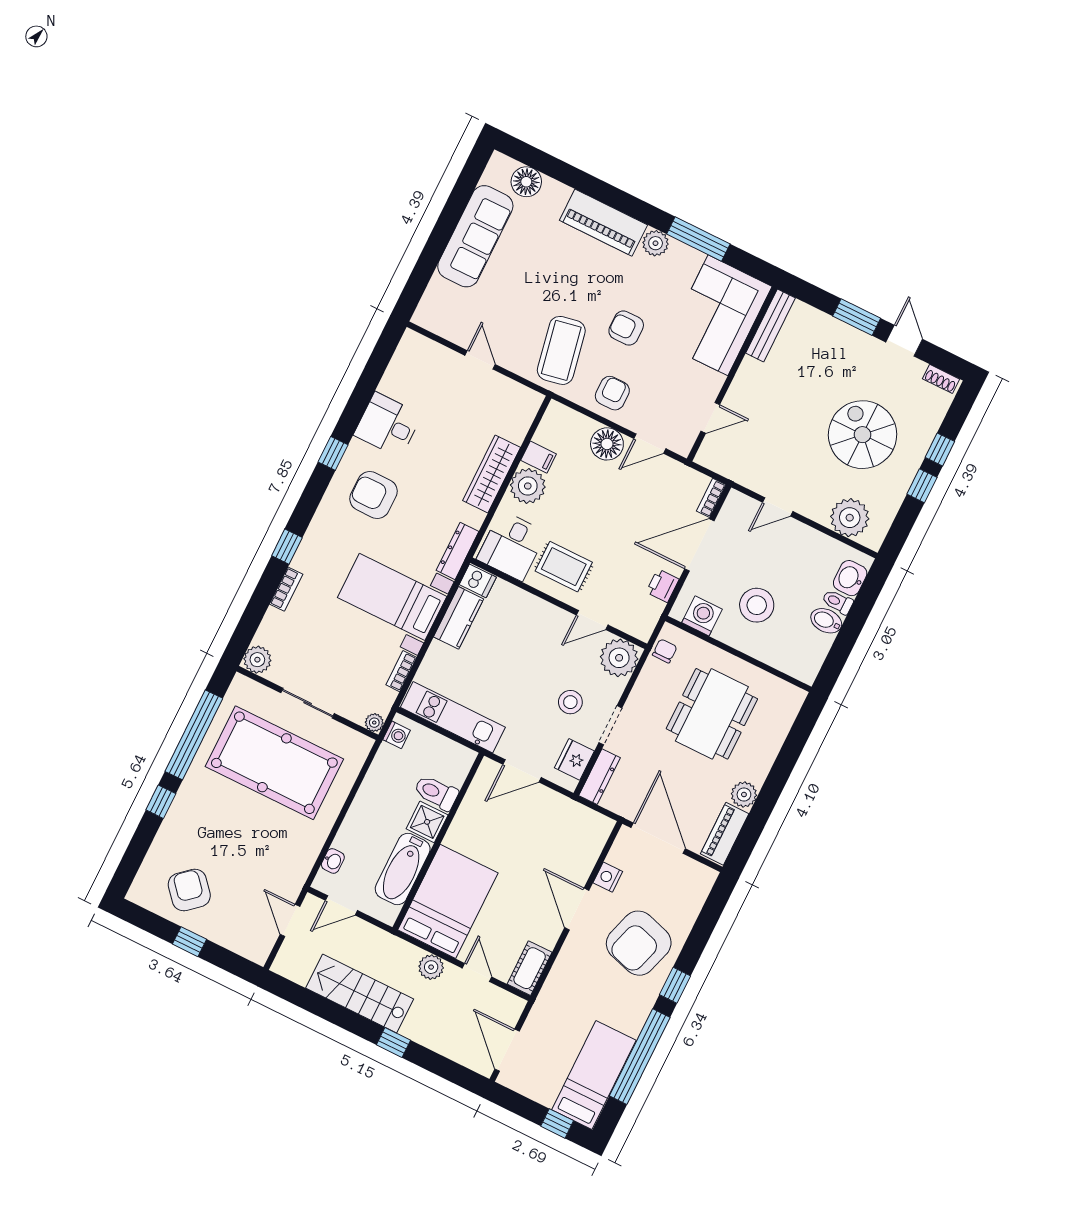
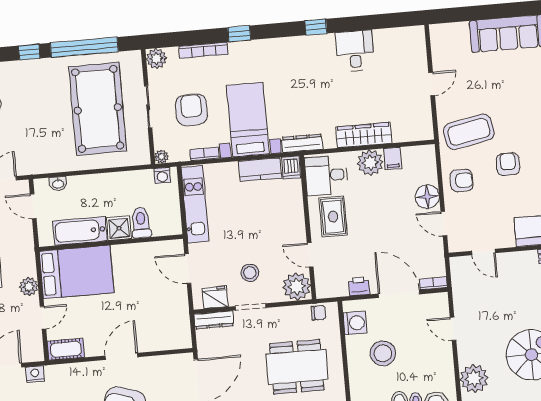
armchair: (373, 495) -> (191, 110), moved
bookcase: (286, 589) -> (203, 50), width x1.56
nightstand: (608, 877) -> (35, 374), moved

